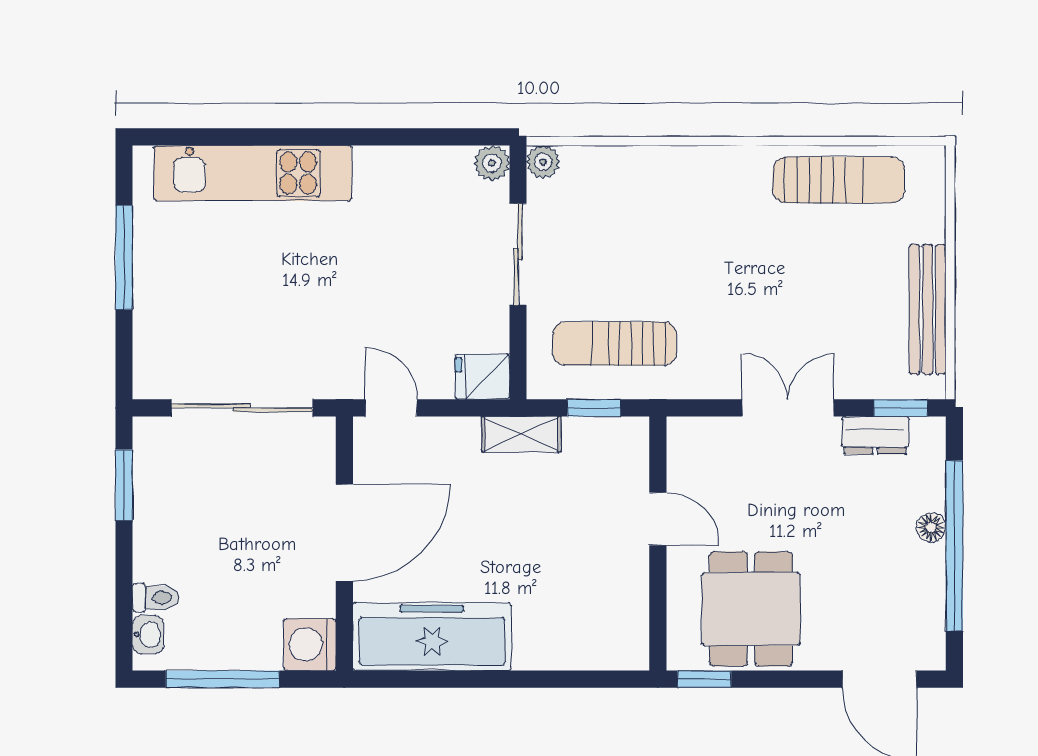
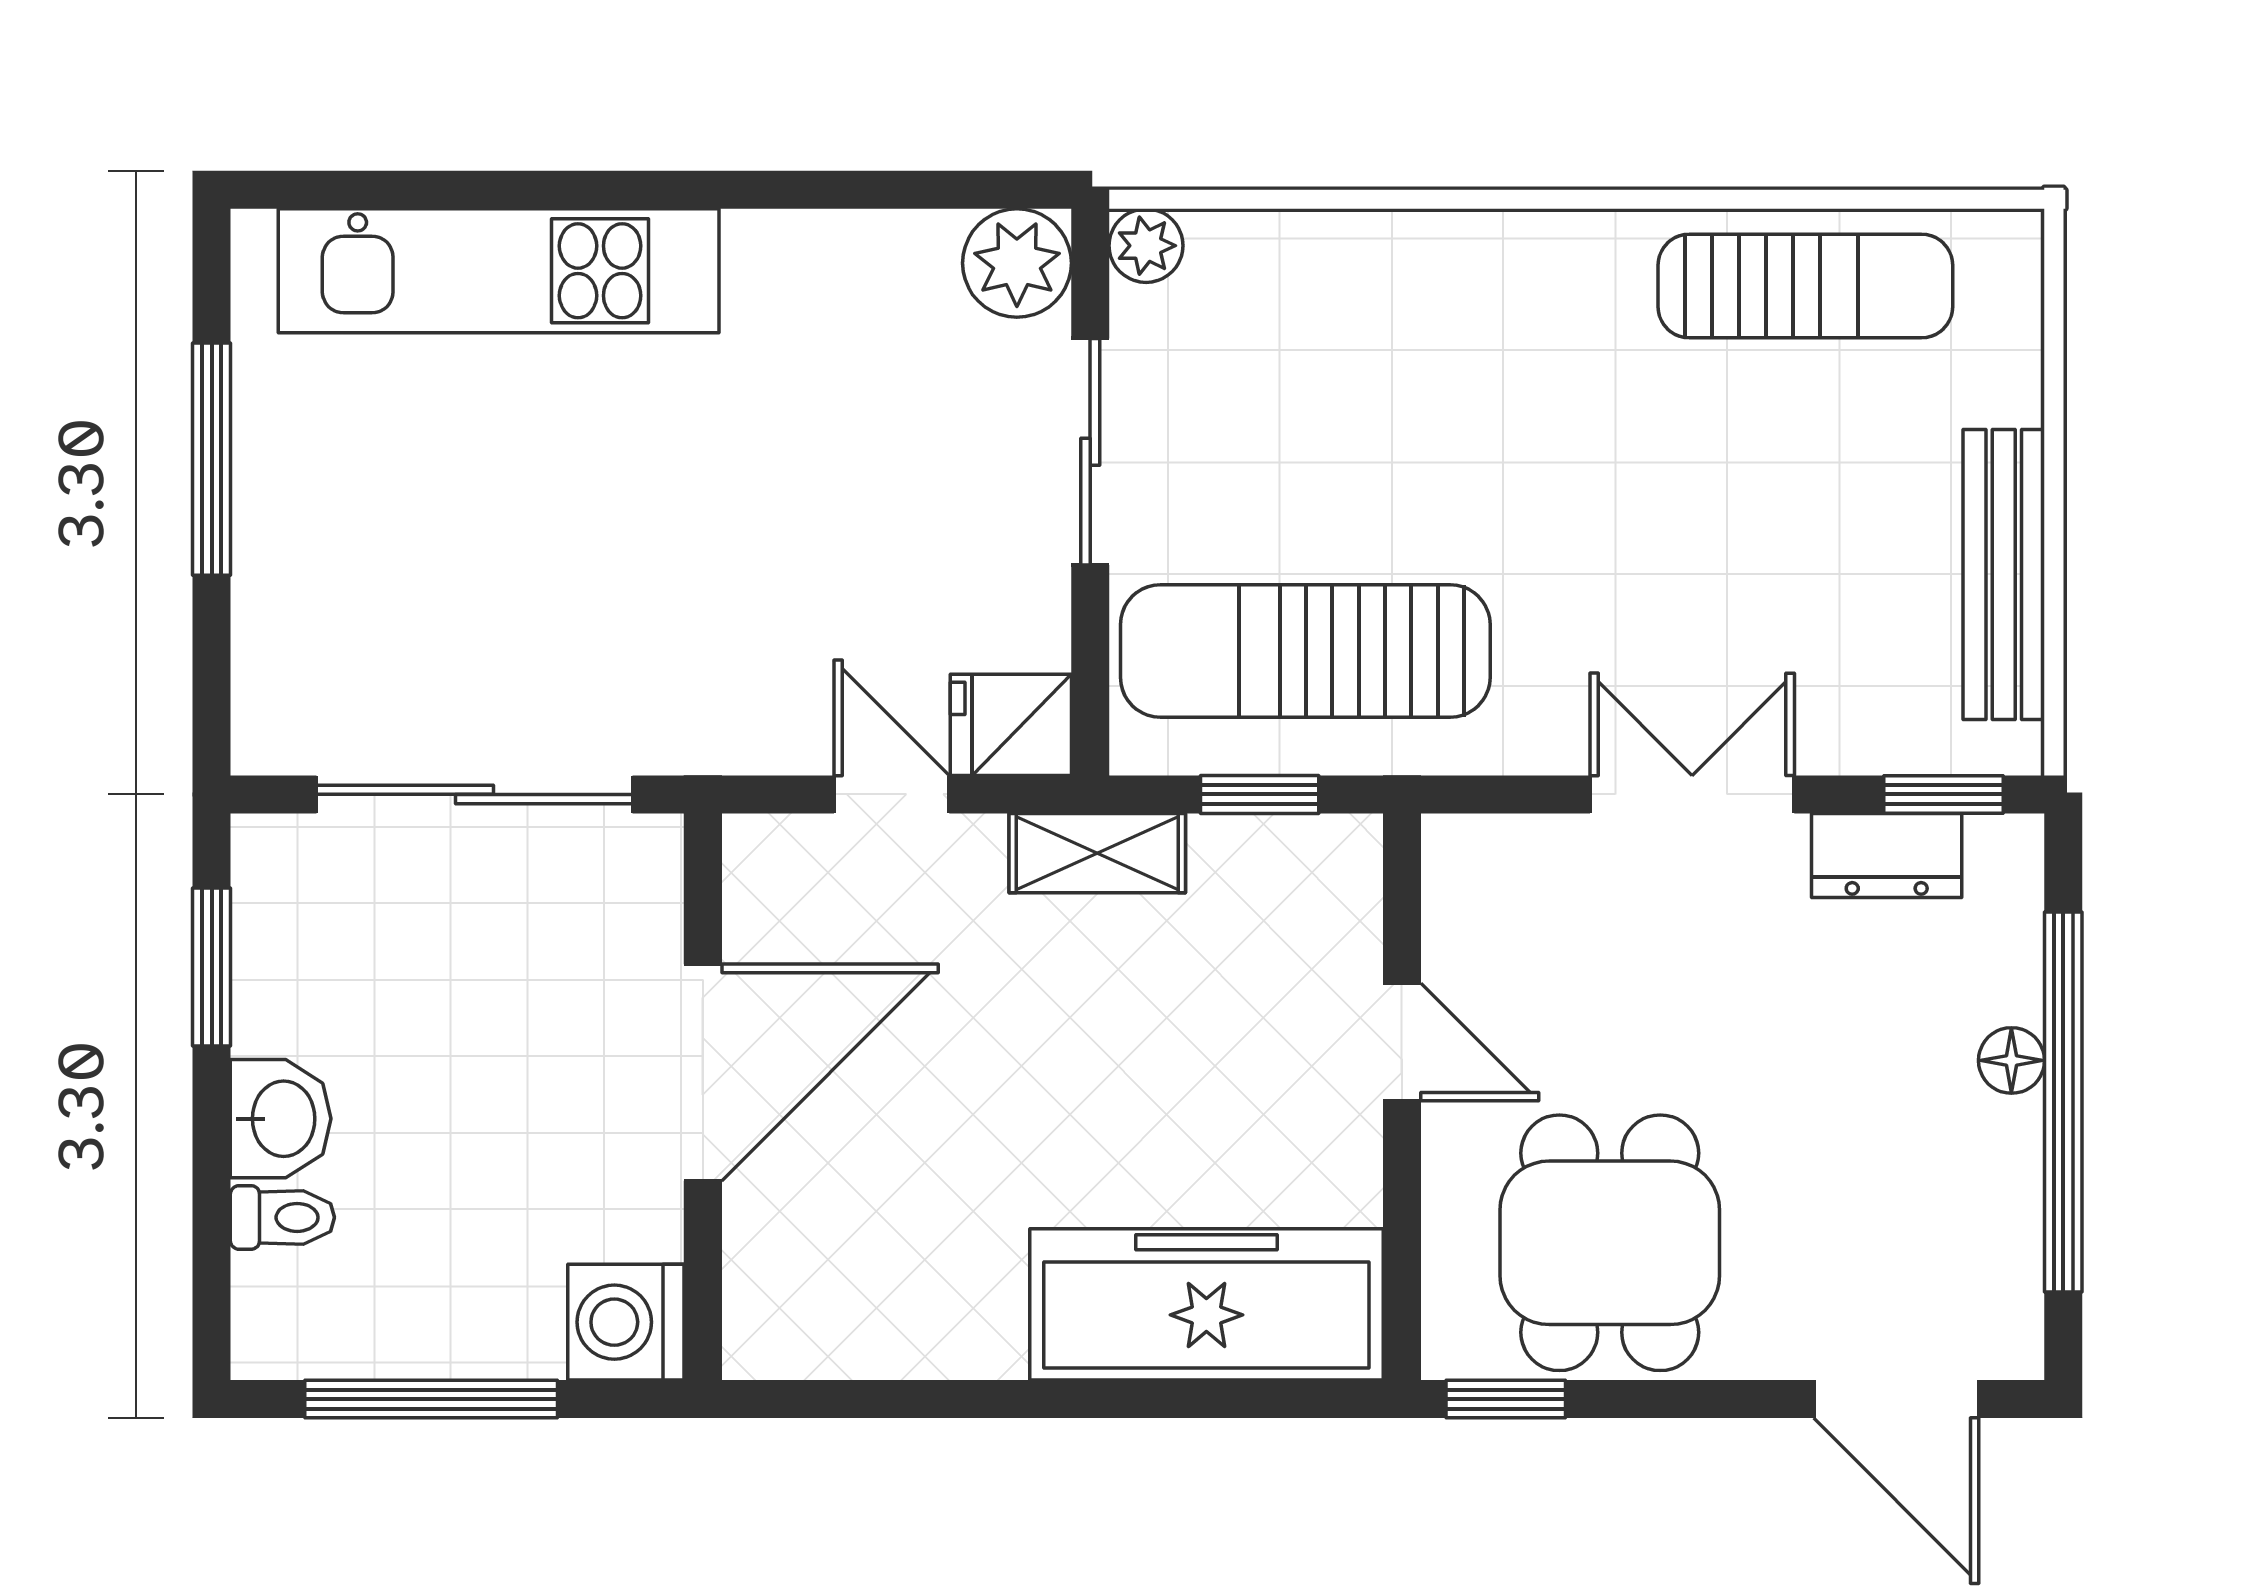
plant: (492, 163) -> (1017, 263), width x1.38, depth x1.38
sun lounger: (614, 344) -> (1305, 651), width x1.36, depth x1.34
door: (391, 408) -> (892, 794), moved
washbasin: (148, 635) -> (281, 1119), moved, width x1.38, depth x1.45
freezer: (432, 637) -> (1206, 1304), moved

